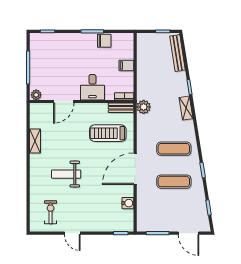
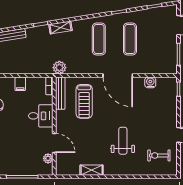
plant: (36, 95) -> (48, 158), moved
bench: (121, 108) -> (60, 93), width x1.36
weight bench: (66, 174) -> (123, 141), turned 180

